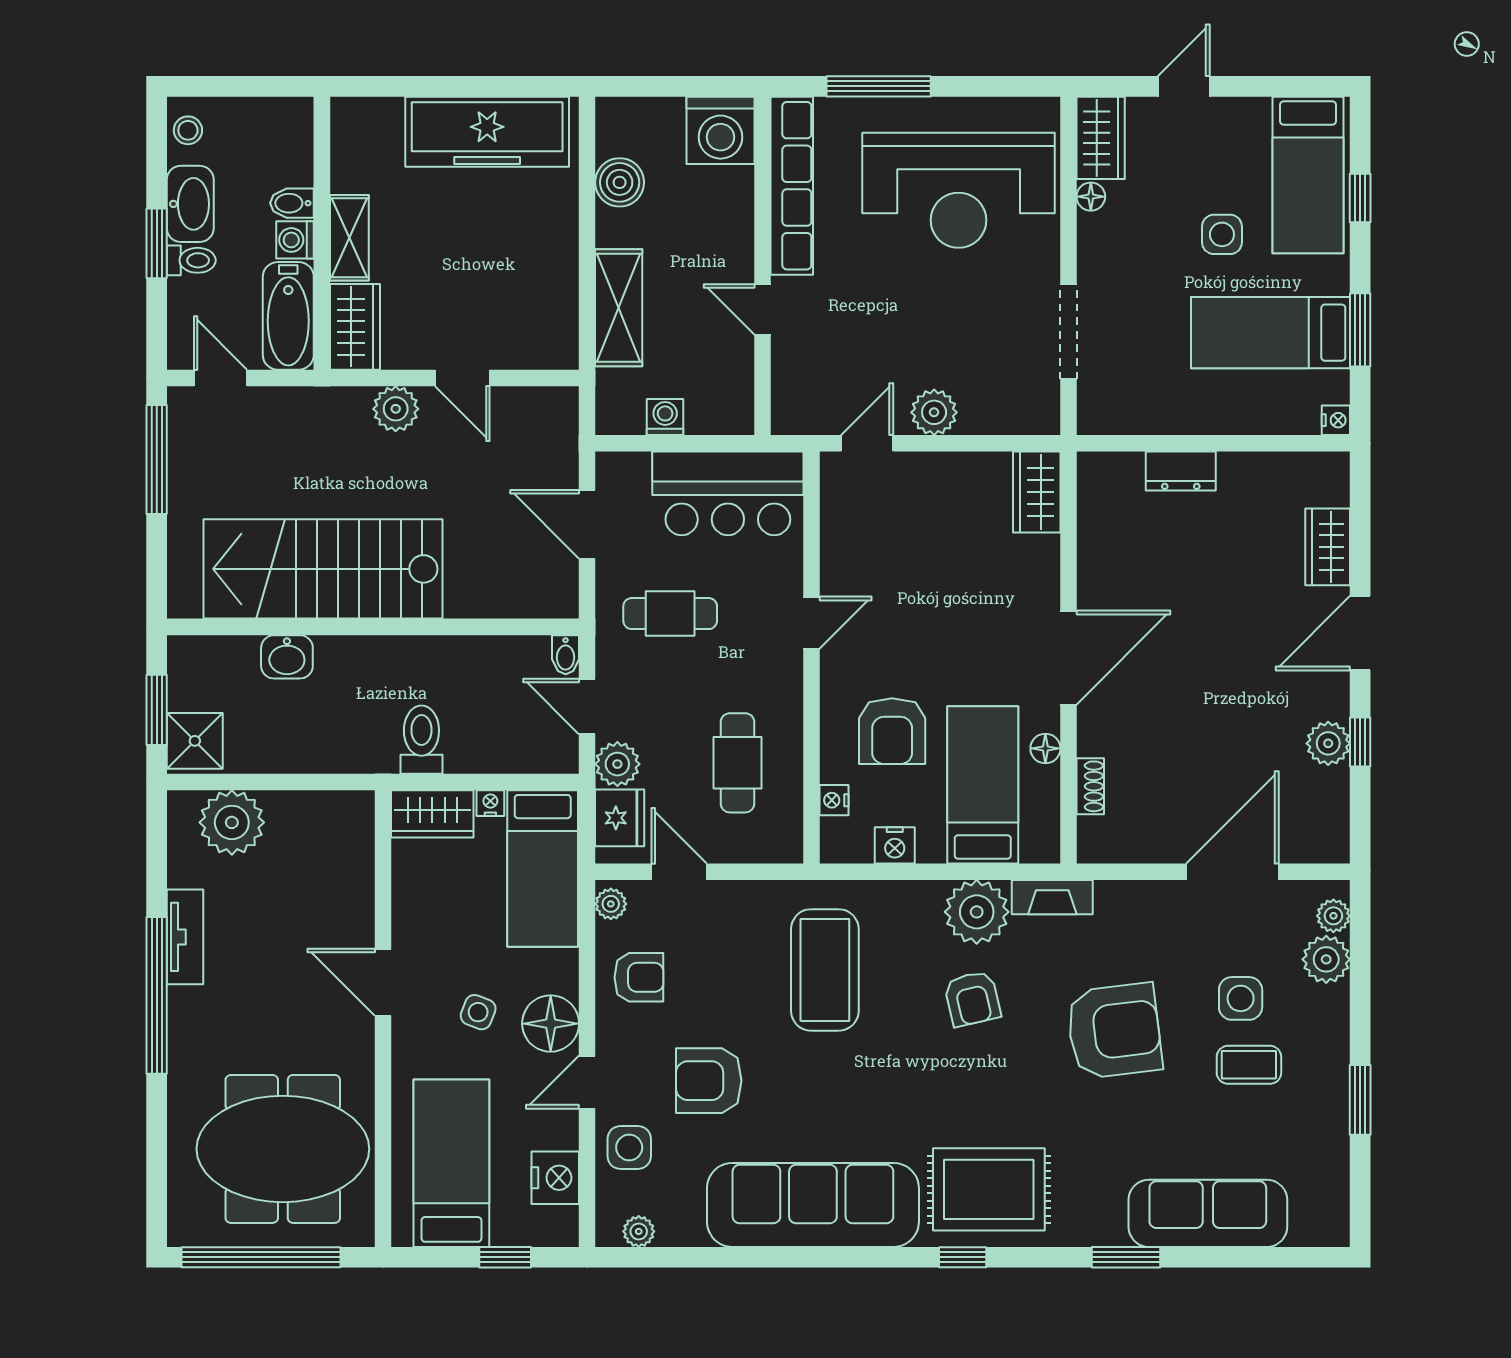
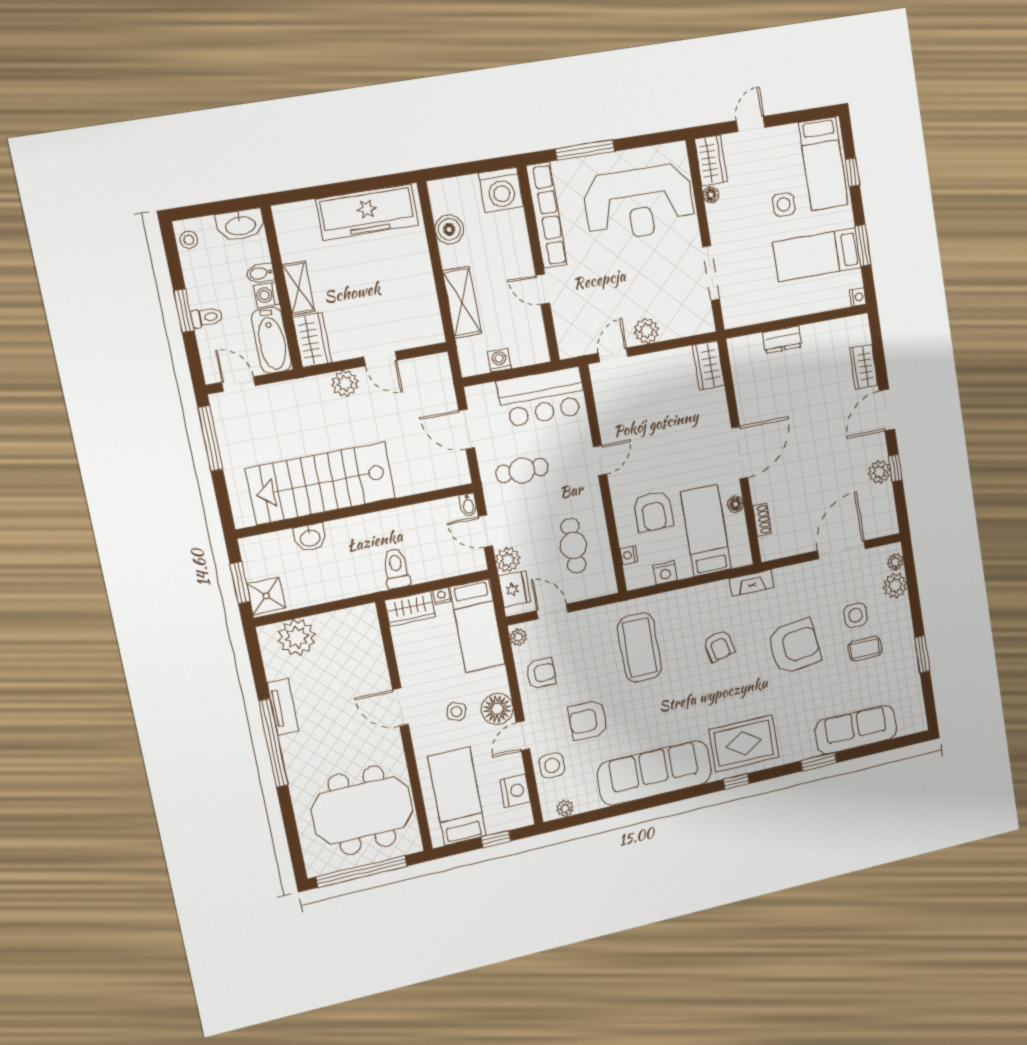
washbasin: (190, 204) -> (240, 225), moved, turned 90
plant: (977, 912) -> (714, 599), removed

